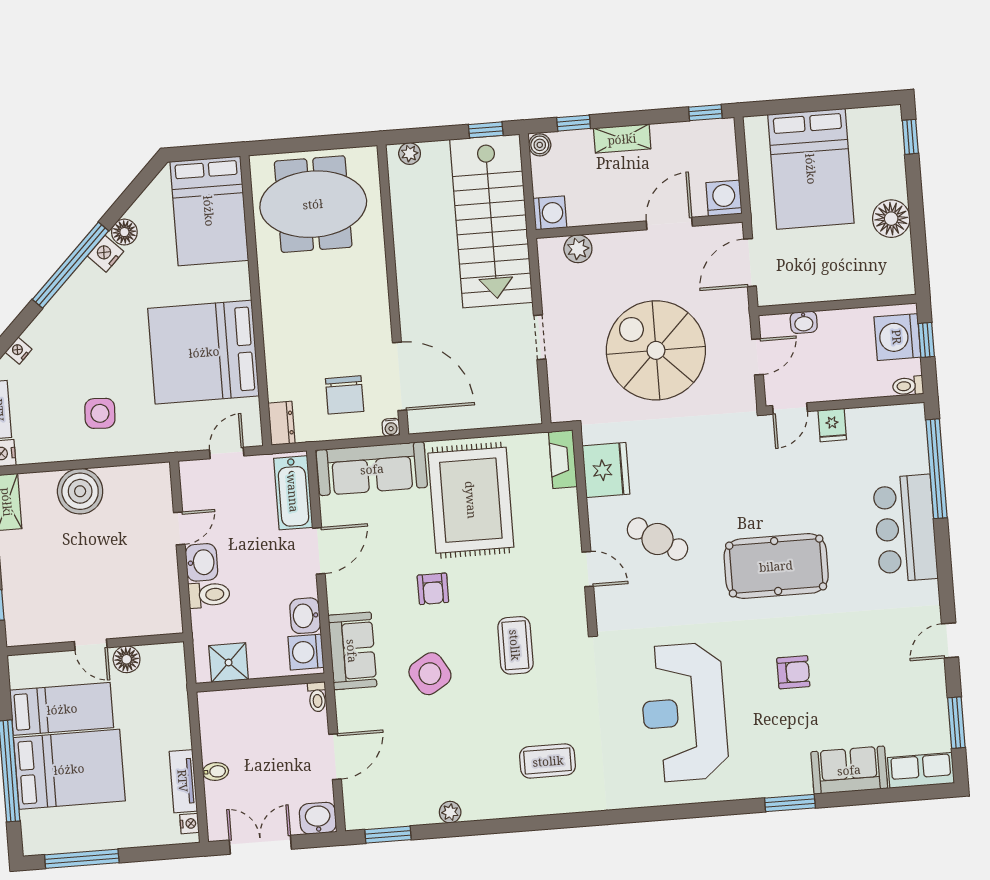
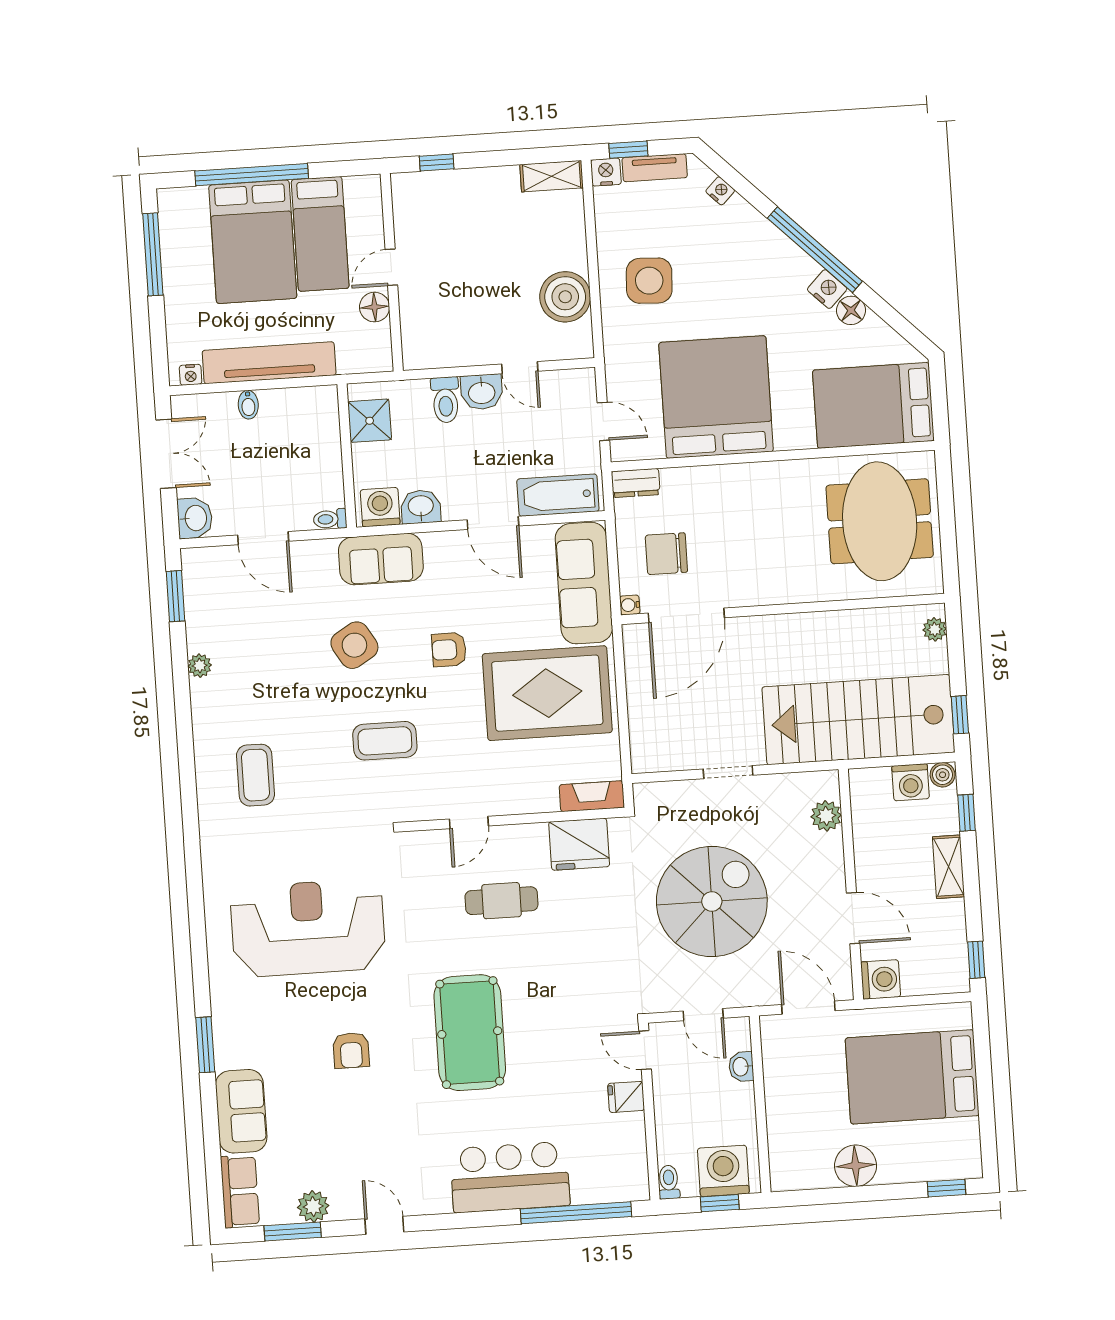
washing machine: (550, 213) -> (911, 782), moved
side table: (100, 413) -> (649, 281), width x1.37, depth x1.37
boiler: (80, 491) -> (565, 297), moved
cafe table: (657, 539) -> (501, 901), turned 58
plant: (934, 705) -> (313, 1206), added
tv unit: (183, 781) -> (269, 363), width x1.92, depth x1.29

